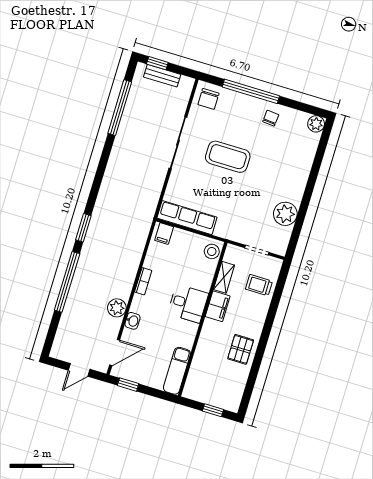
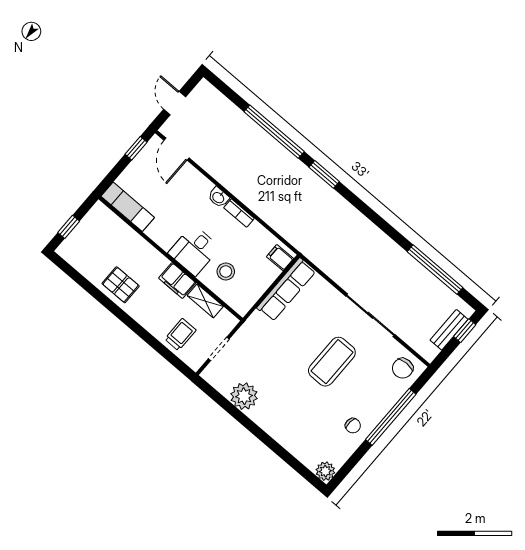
chair: (208, 99) -> (403, 368), turned -90
stool: (212, 251) -> (226, 271), moved
plant: (117, 308) -> (223, 172), removed
washbasin: (132, 321) -> (218, 197), moved

